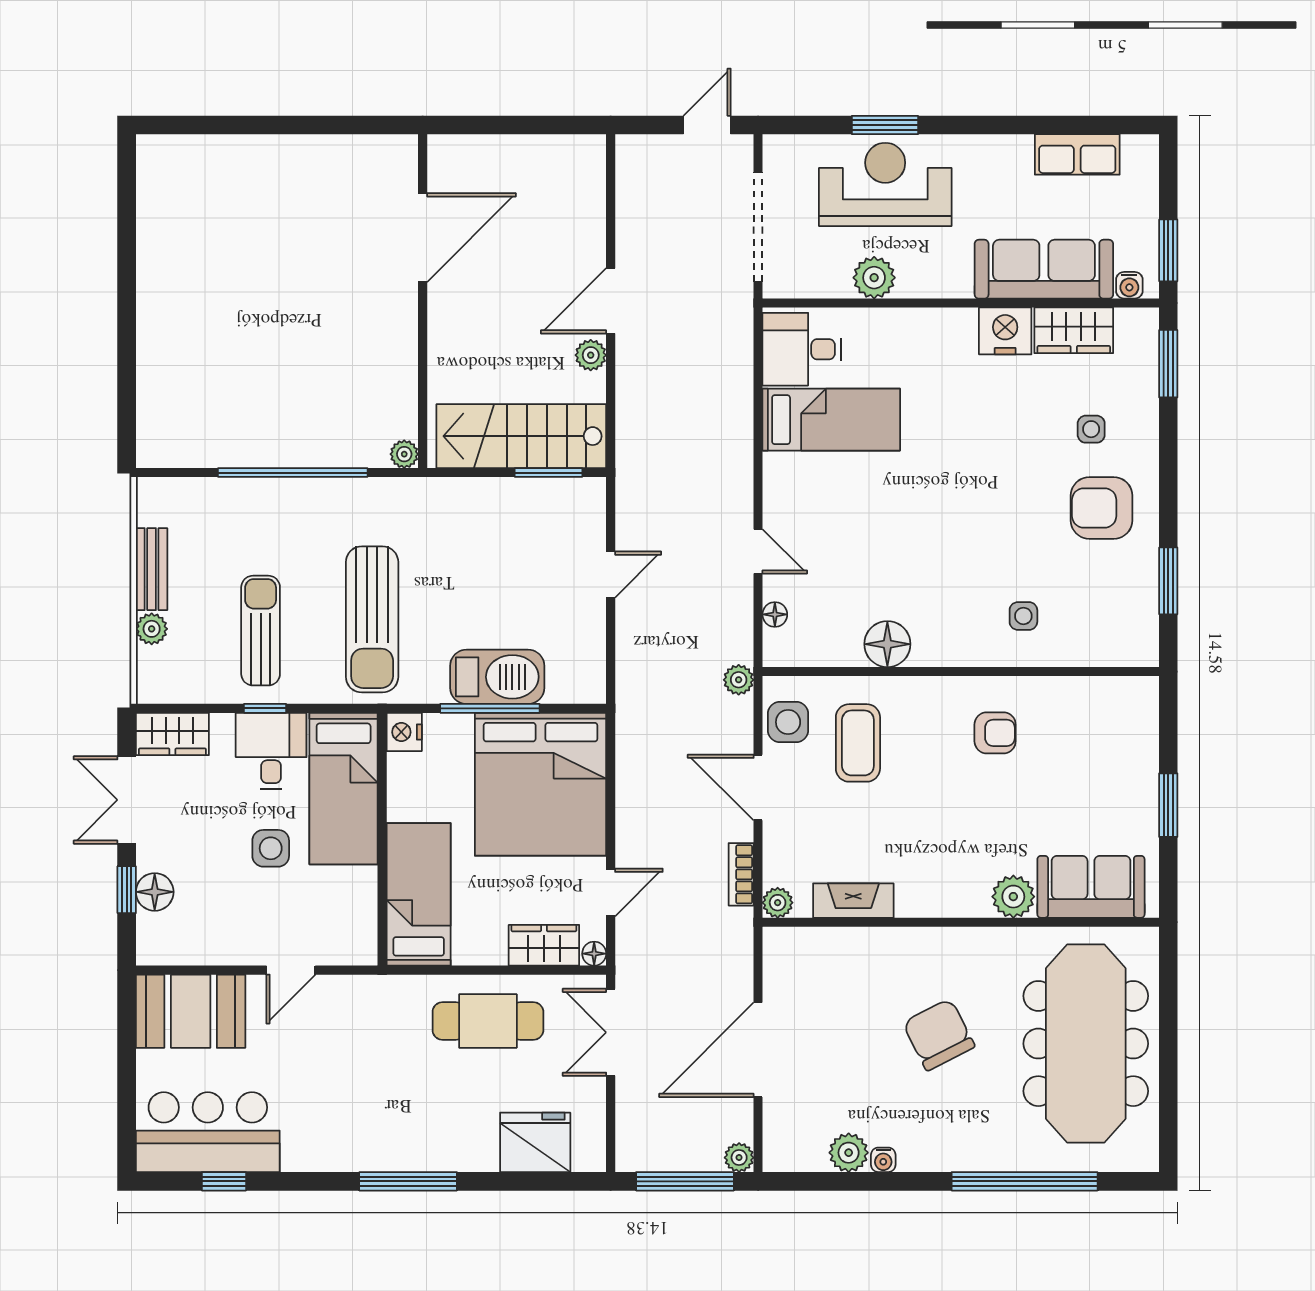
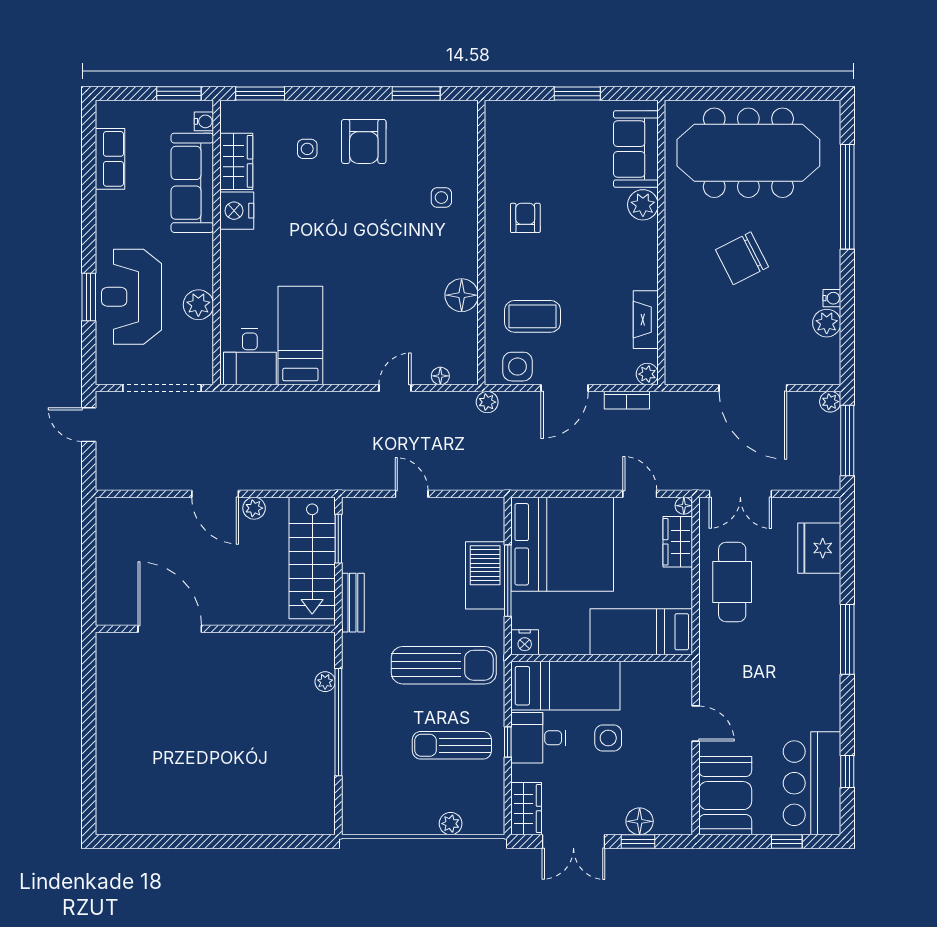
plant: (404, 454) -> (325, 682), moved
bench: (152, 569) -> (353, 603), moved, turned 90
window: (127, 1097) -> (787, 841), added

